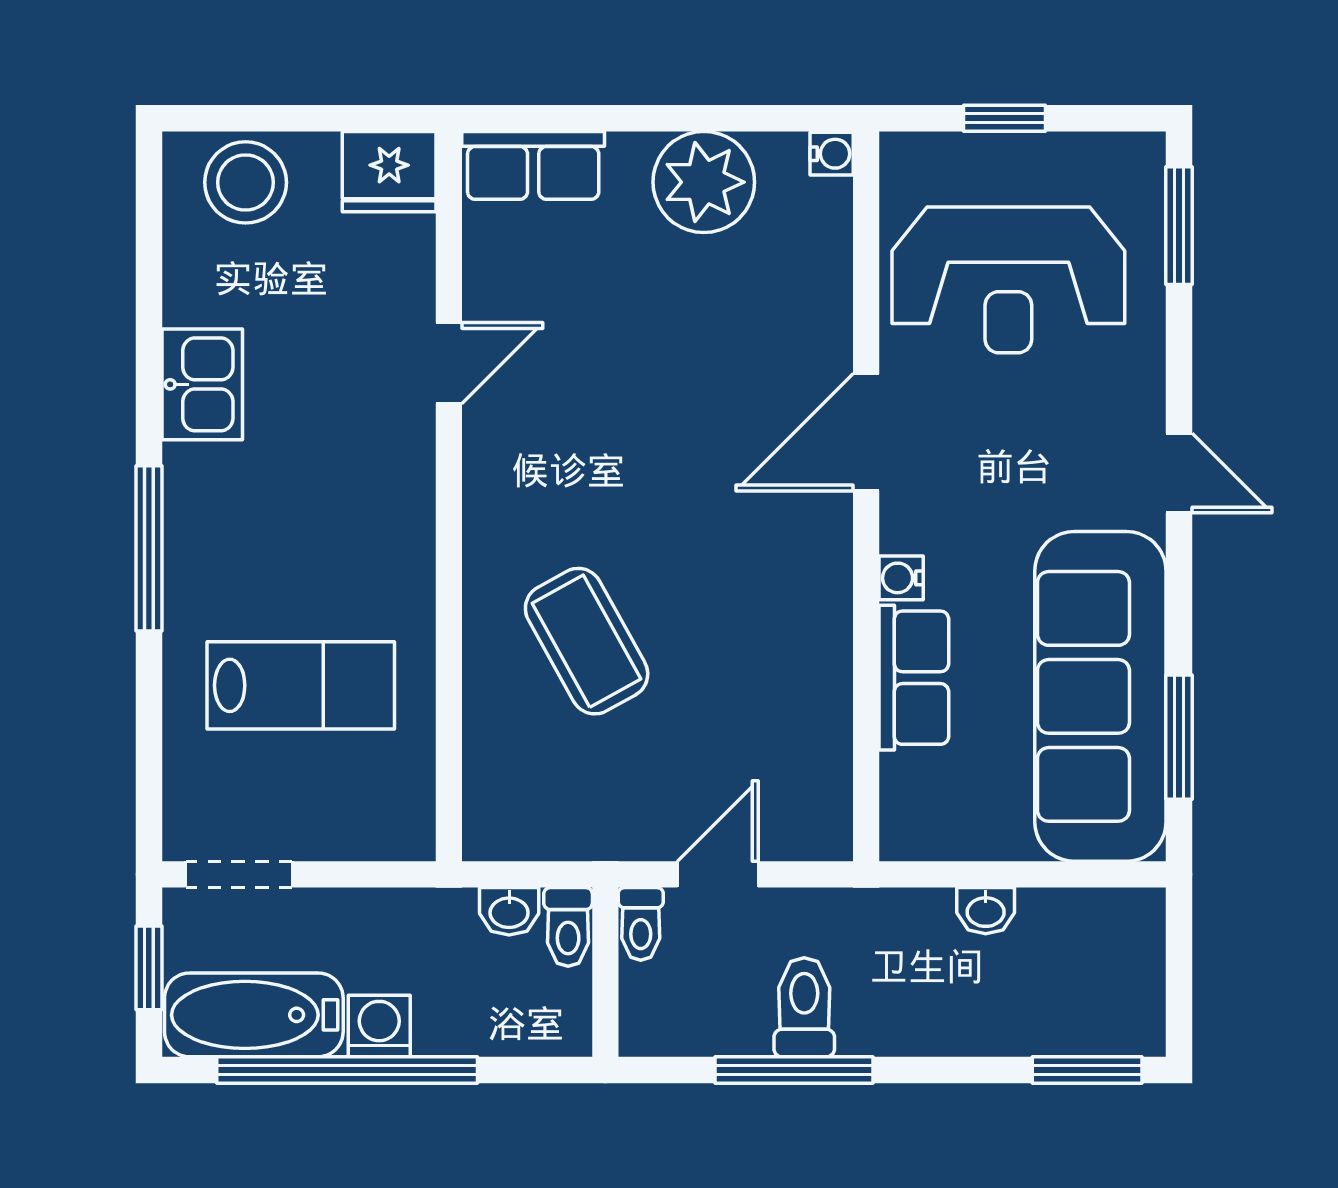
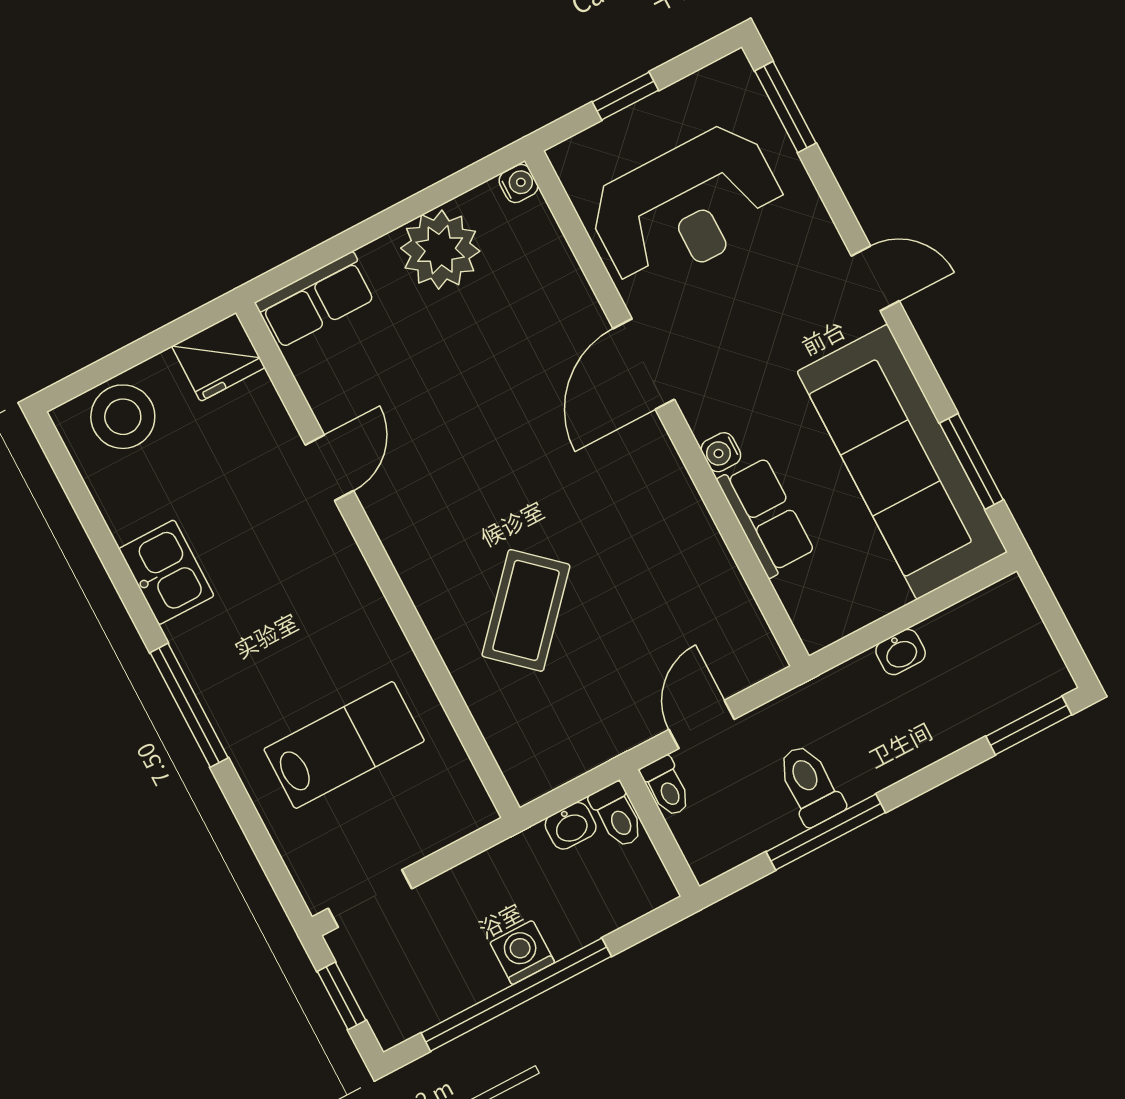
coffee table: (587, 641) -> (526, 610), turned 71
bathtub: (254, 1015) -> (431, 990), removed

